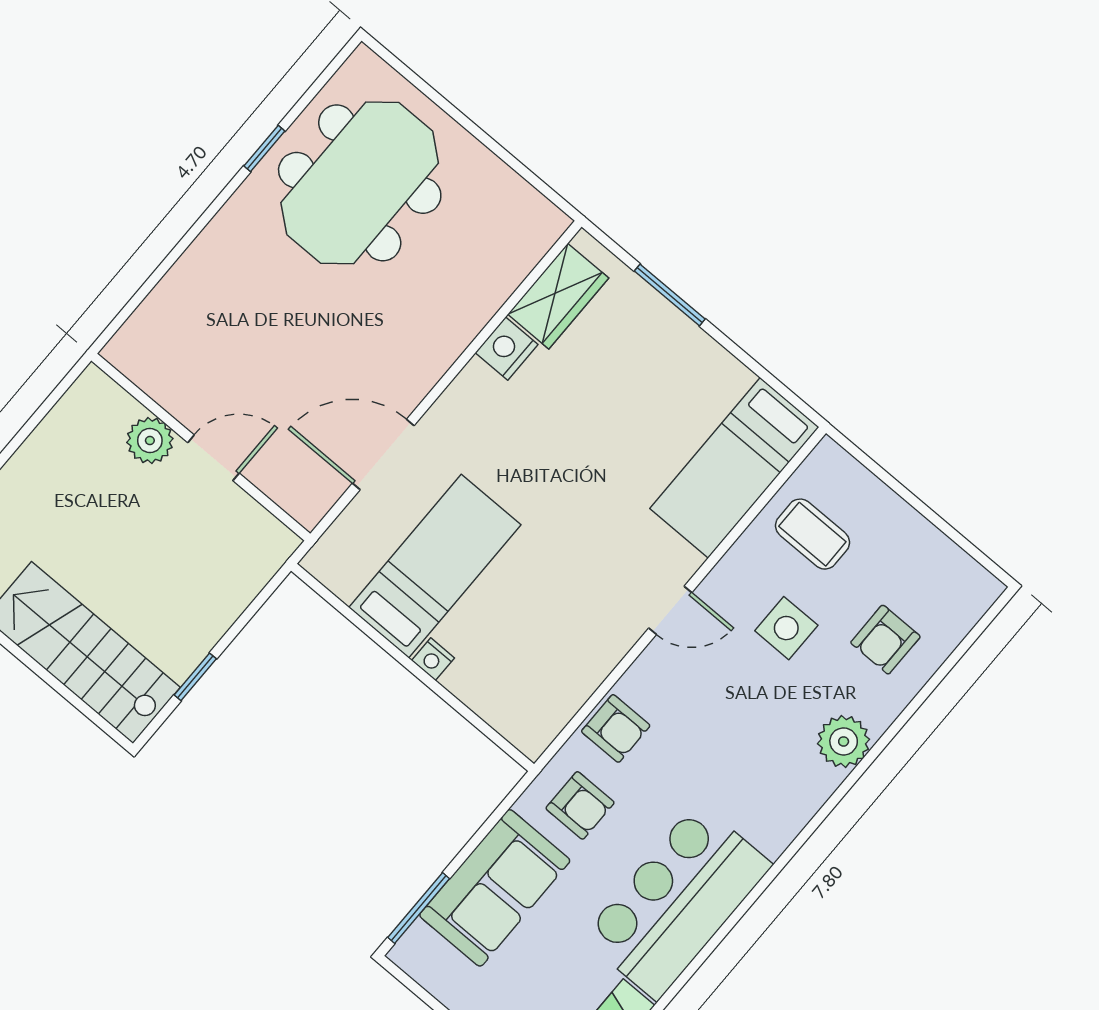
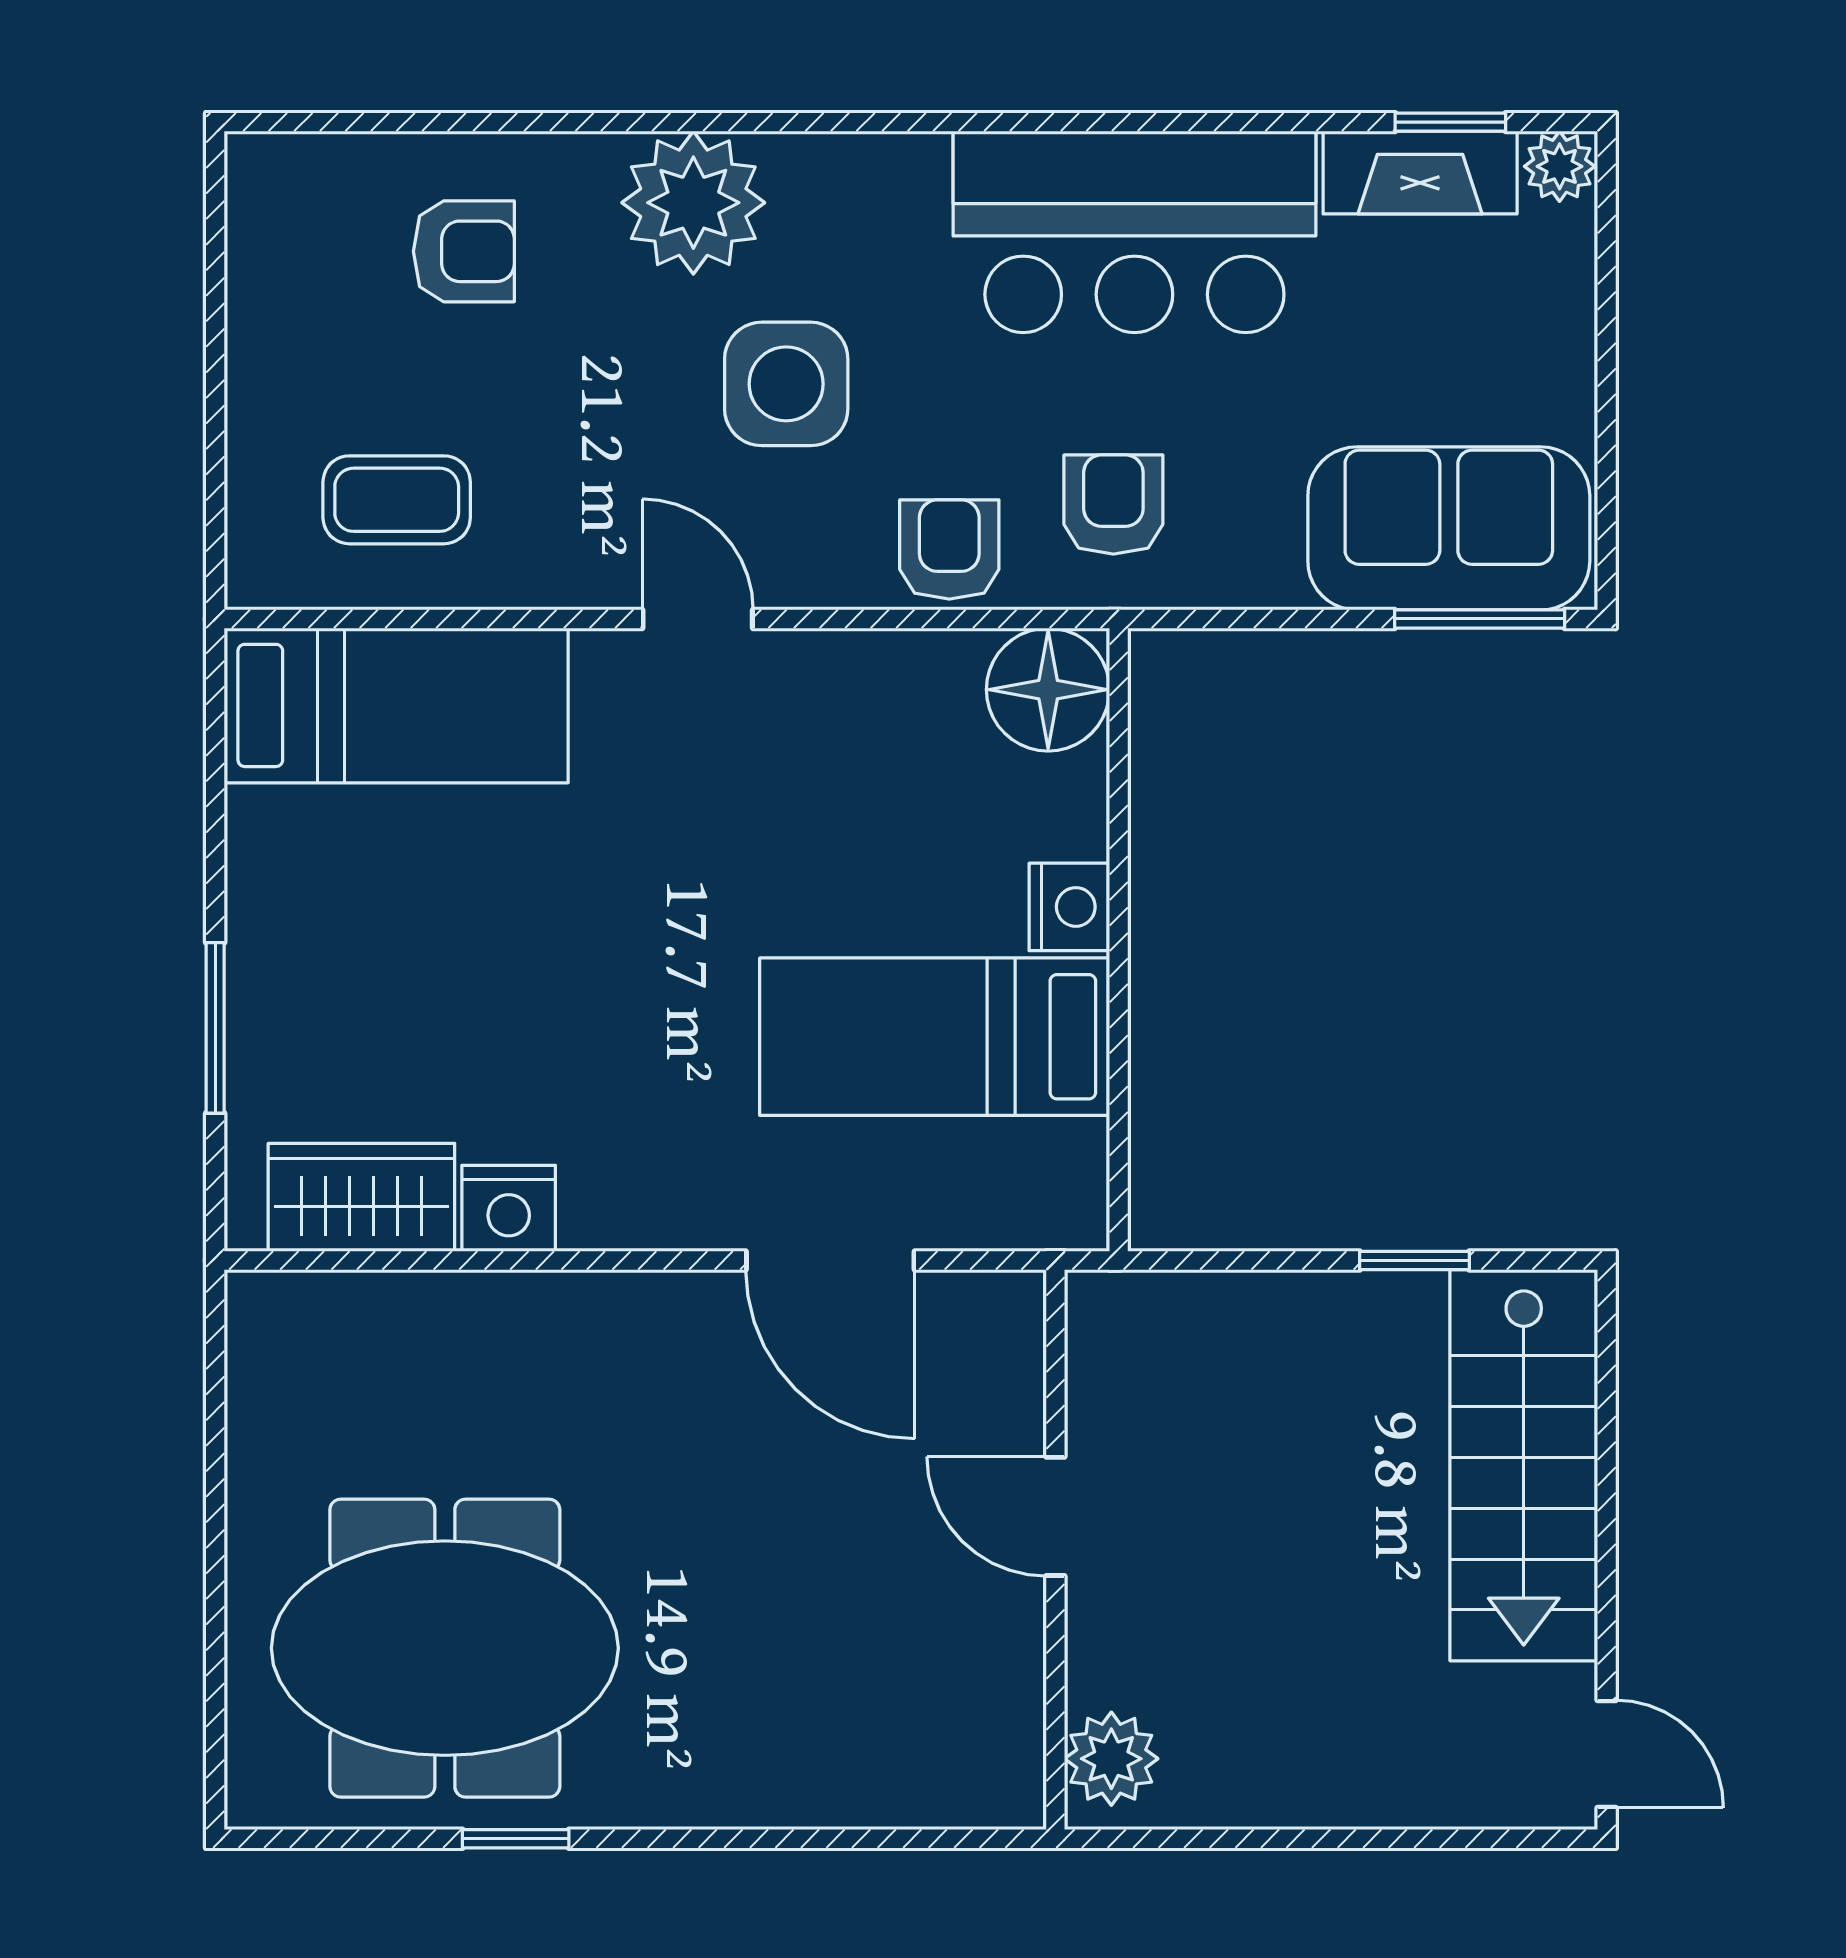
plant: (150, 441) -> (1111, 1759), moved
coffee table: (812, 534) -> (397, 500), turned 90
side table: (786, 628) -> (786, 384), moved, width x1.37, depth x1.37
nightstand: (433, 659) -> (1069, 907), width x1.39, depth x1.35
floor lamp: (531, 721) -> (1048, 690), added
plant: (844, 741) -> (693, 203), width x1.36, depth x1.36
sofa: (495, 888) -> (1449, 528), moved

